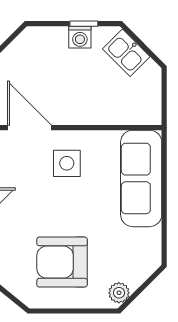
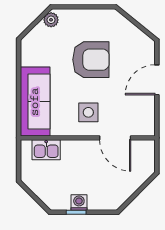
kitchen sink: (126, 53) -> (46, 150), moved, turned 135
armchair: (62, 262) -> (91, 60), moved

